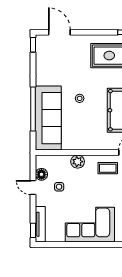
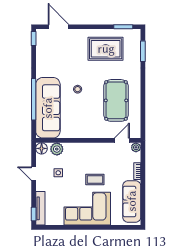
plant: (78, 162) -> (57, 149), moved
coffee table: (108, 168) -> (95, 179), moved
floor lamp: (41, 174) -> (42, 148), moved

